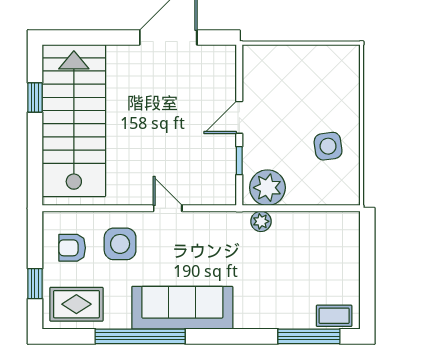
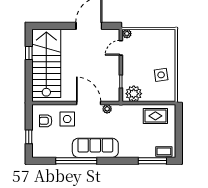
plant: (252, 55) -> (127, 34), added
door: (239, 117) -> (121, 48), moved
door: (168, 208) -> (89, 103), width x1.87
plant: (261, 221) -> (107, 109), moved
rug: (76, 304) -> (155, 116), moved

